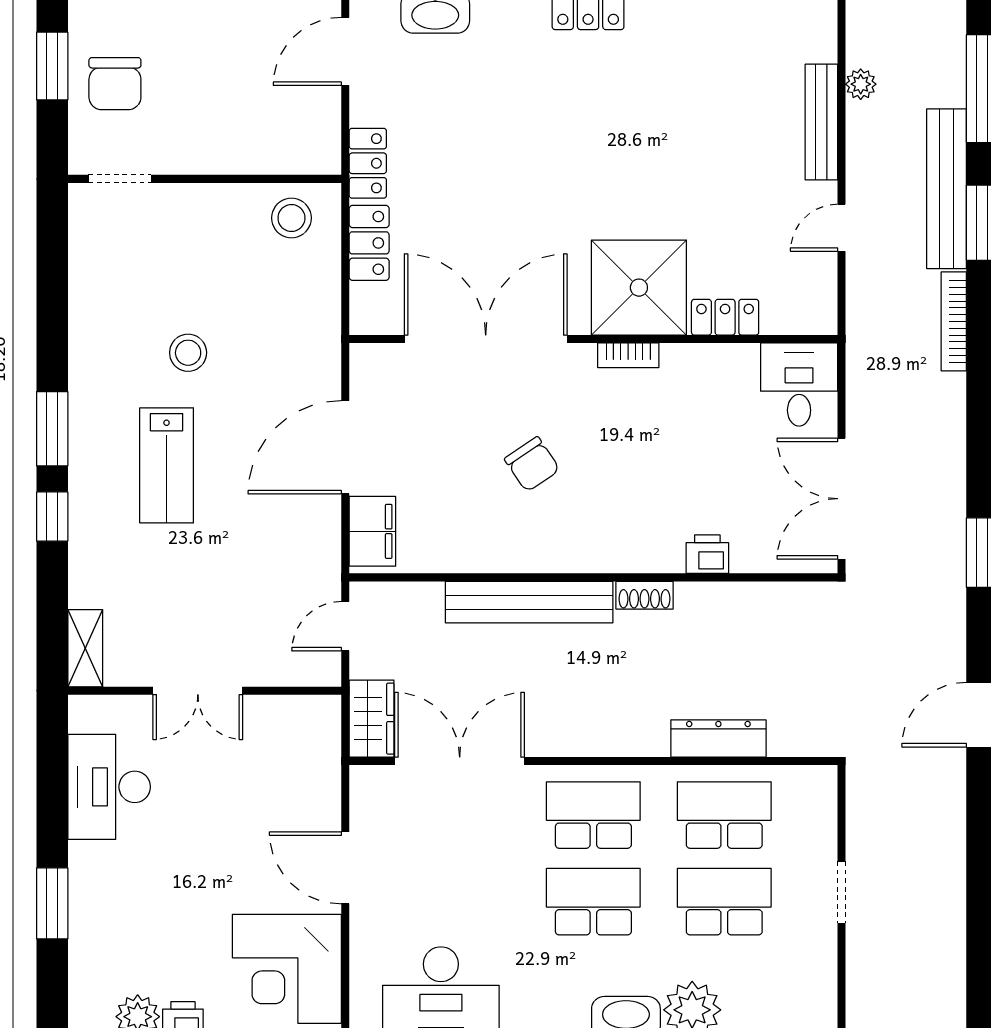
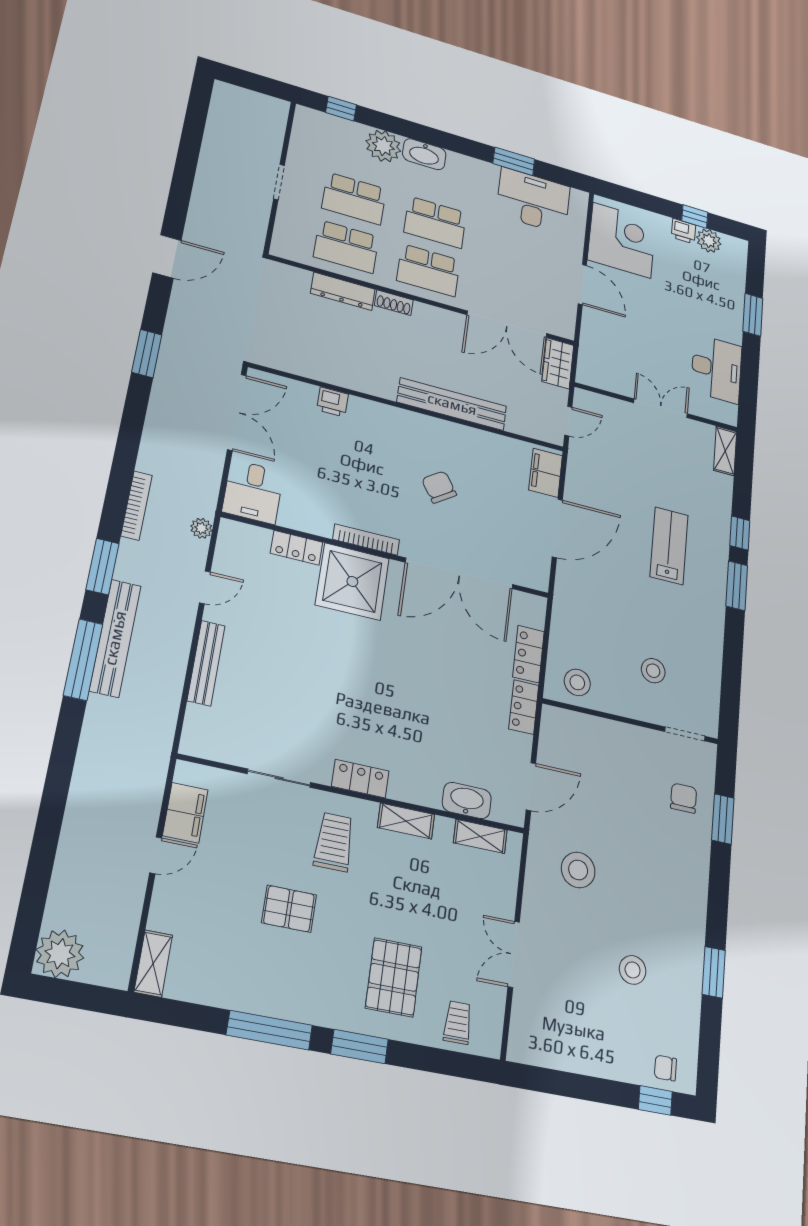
chair: (115, 84) -> (684, 798), width x0.73, depth x0.73
plant: (861, 84) -> (201, 528), moved
bench: (947, 189) -> (115, 638), moved
stool: (188, 353) -> (653, 671), moved
bookcase: (628, 355) -> (366, 539), width x1.56
shoe rack: (645, 595) -> (394, 303), moved, turned 180

